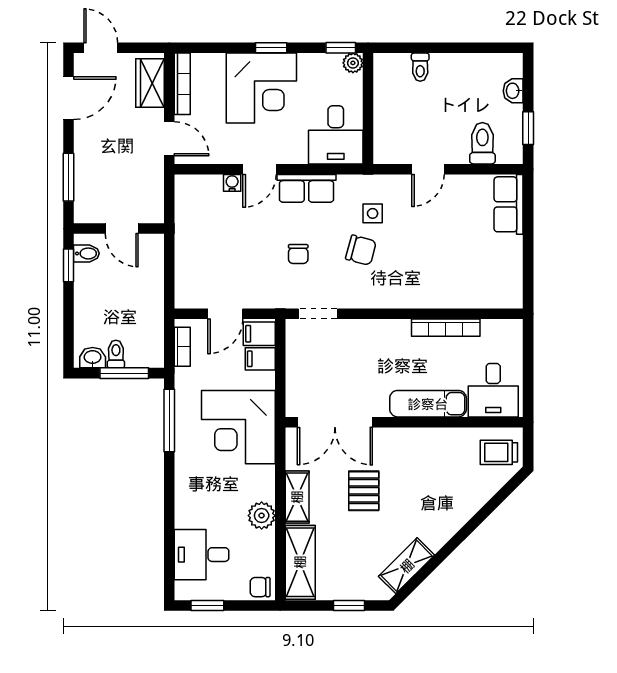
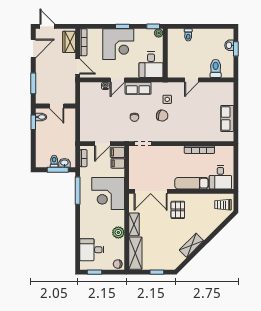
window: (528, 128) -> (236, 49), moved
row of seats: (509, 204) -> (227, 118), moved
washbasin: (93, 358) -> (64, 163), moved
pallet: (364, 491) -> (178, 210), moved
shelving: (407, 566) -> (191, 245), moved

